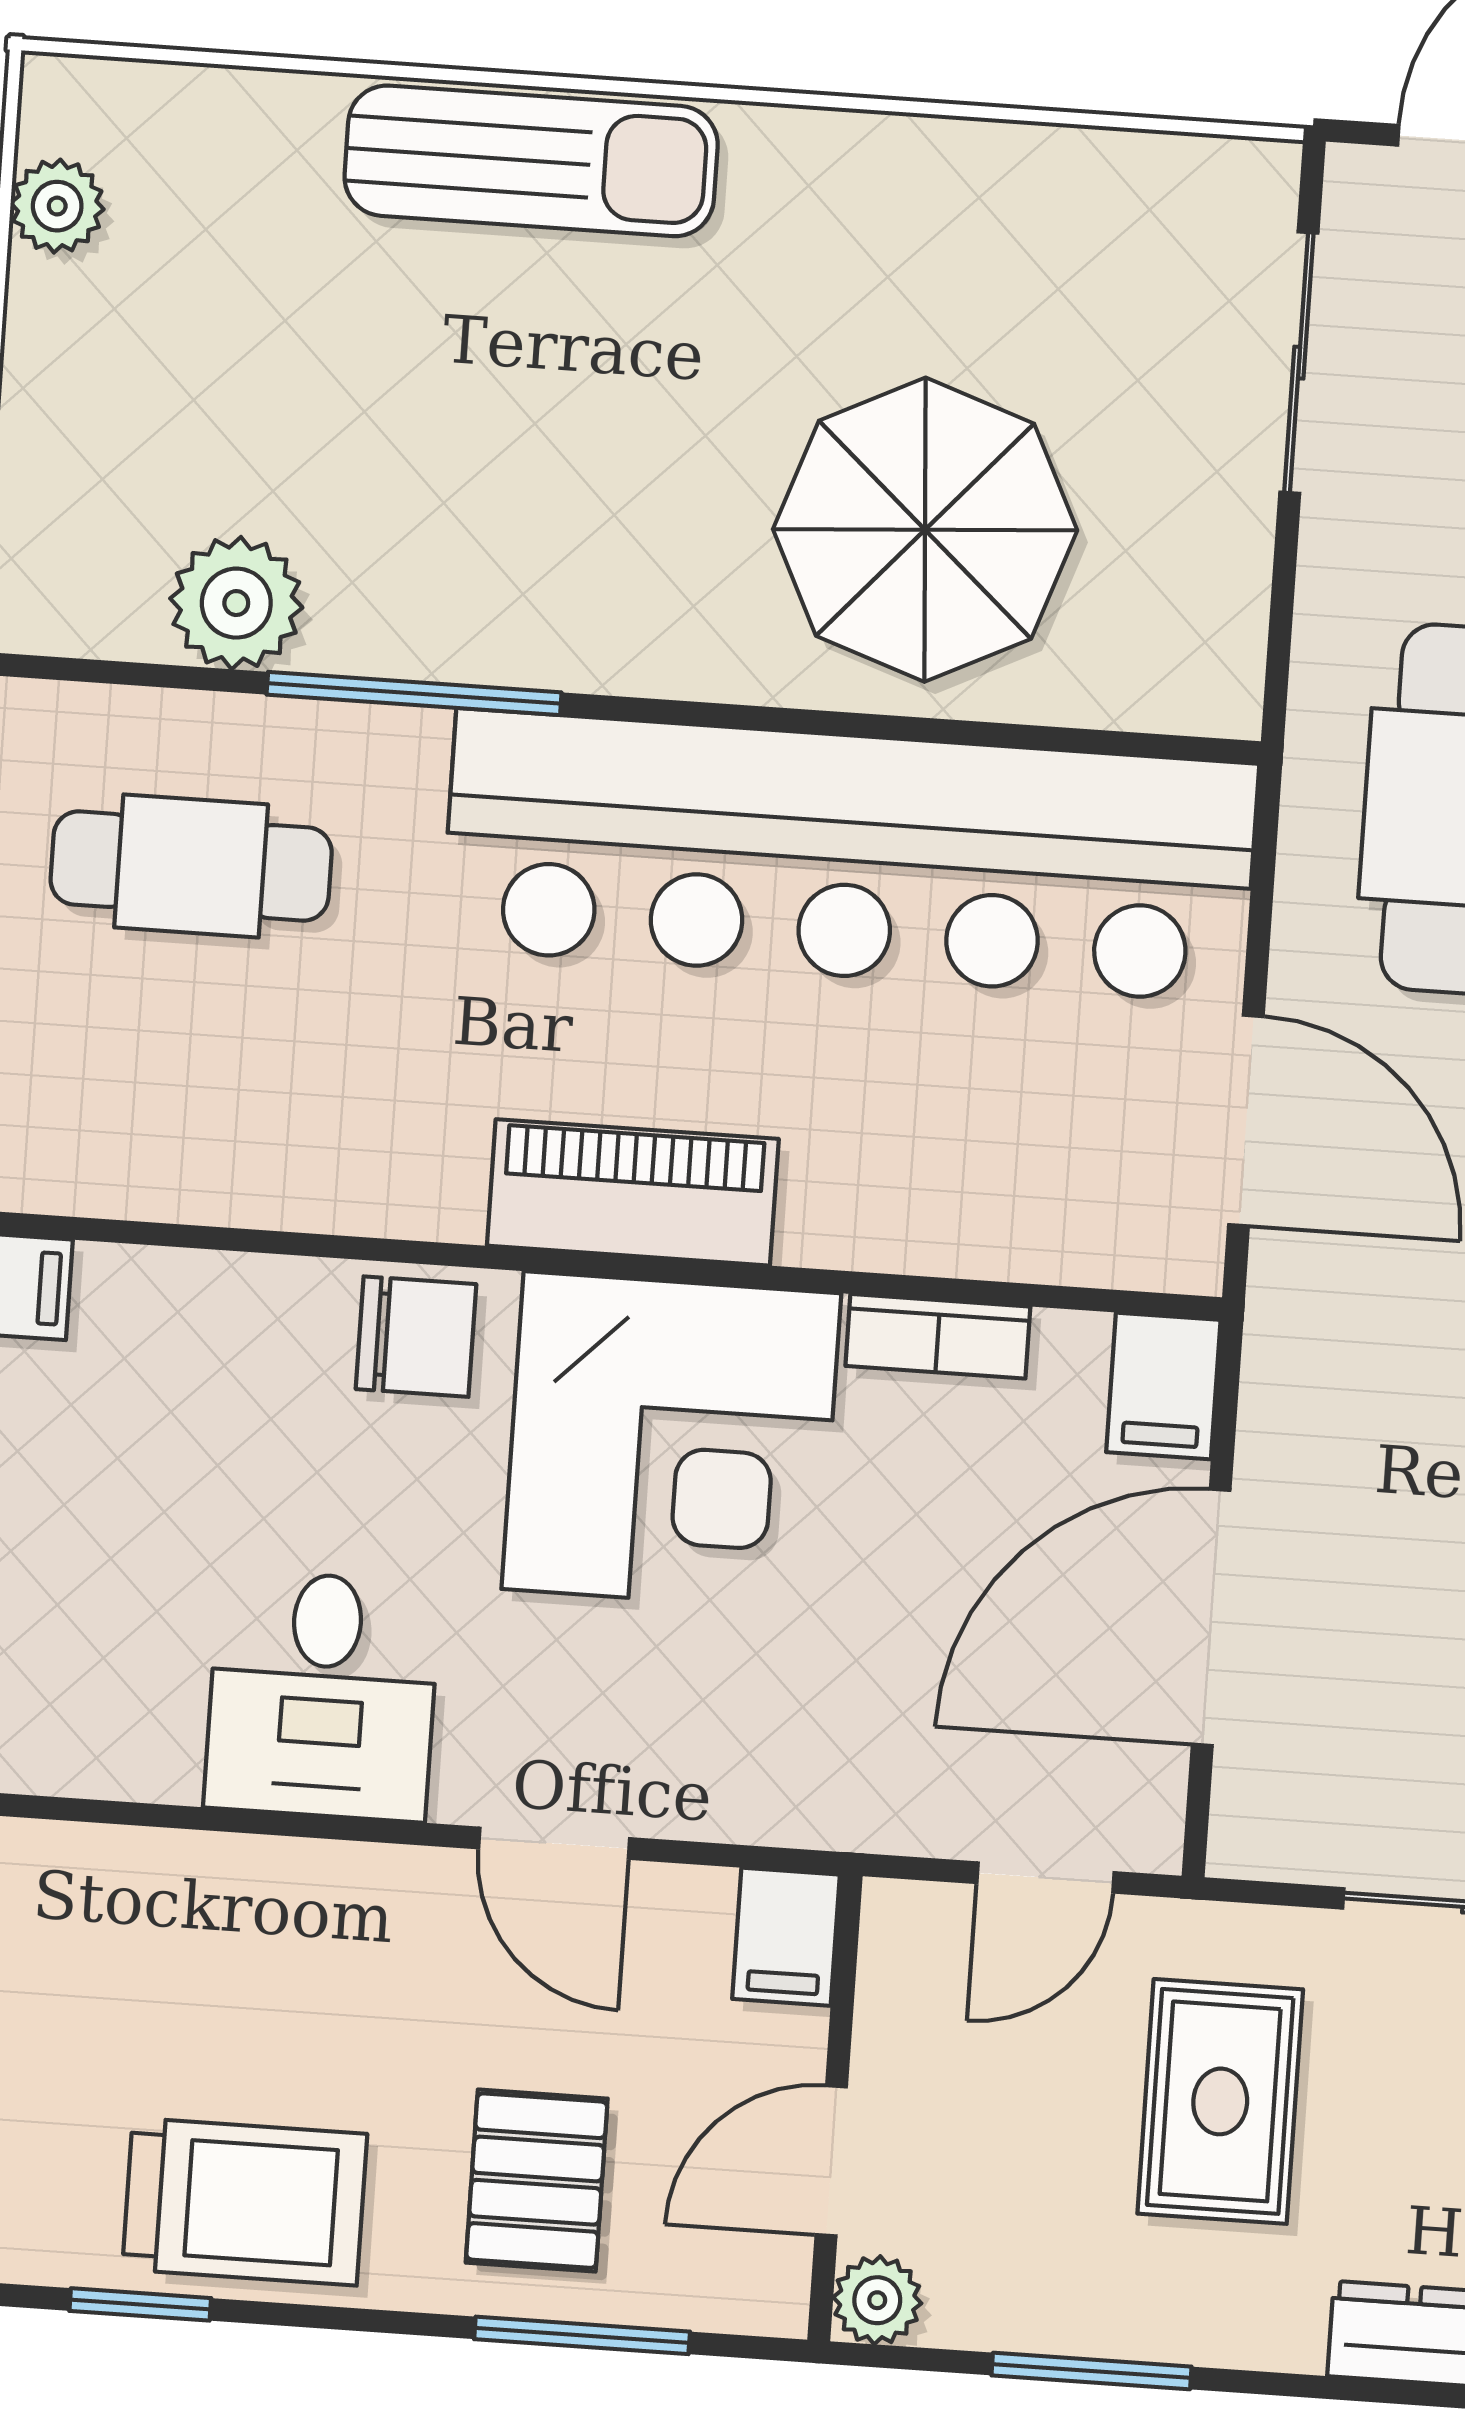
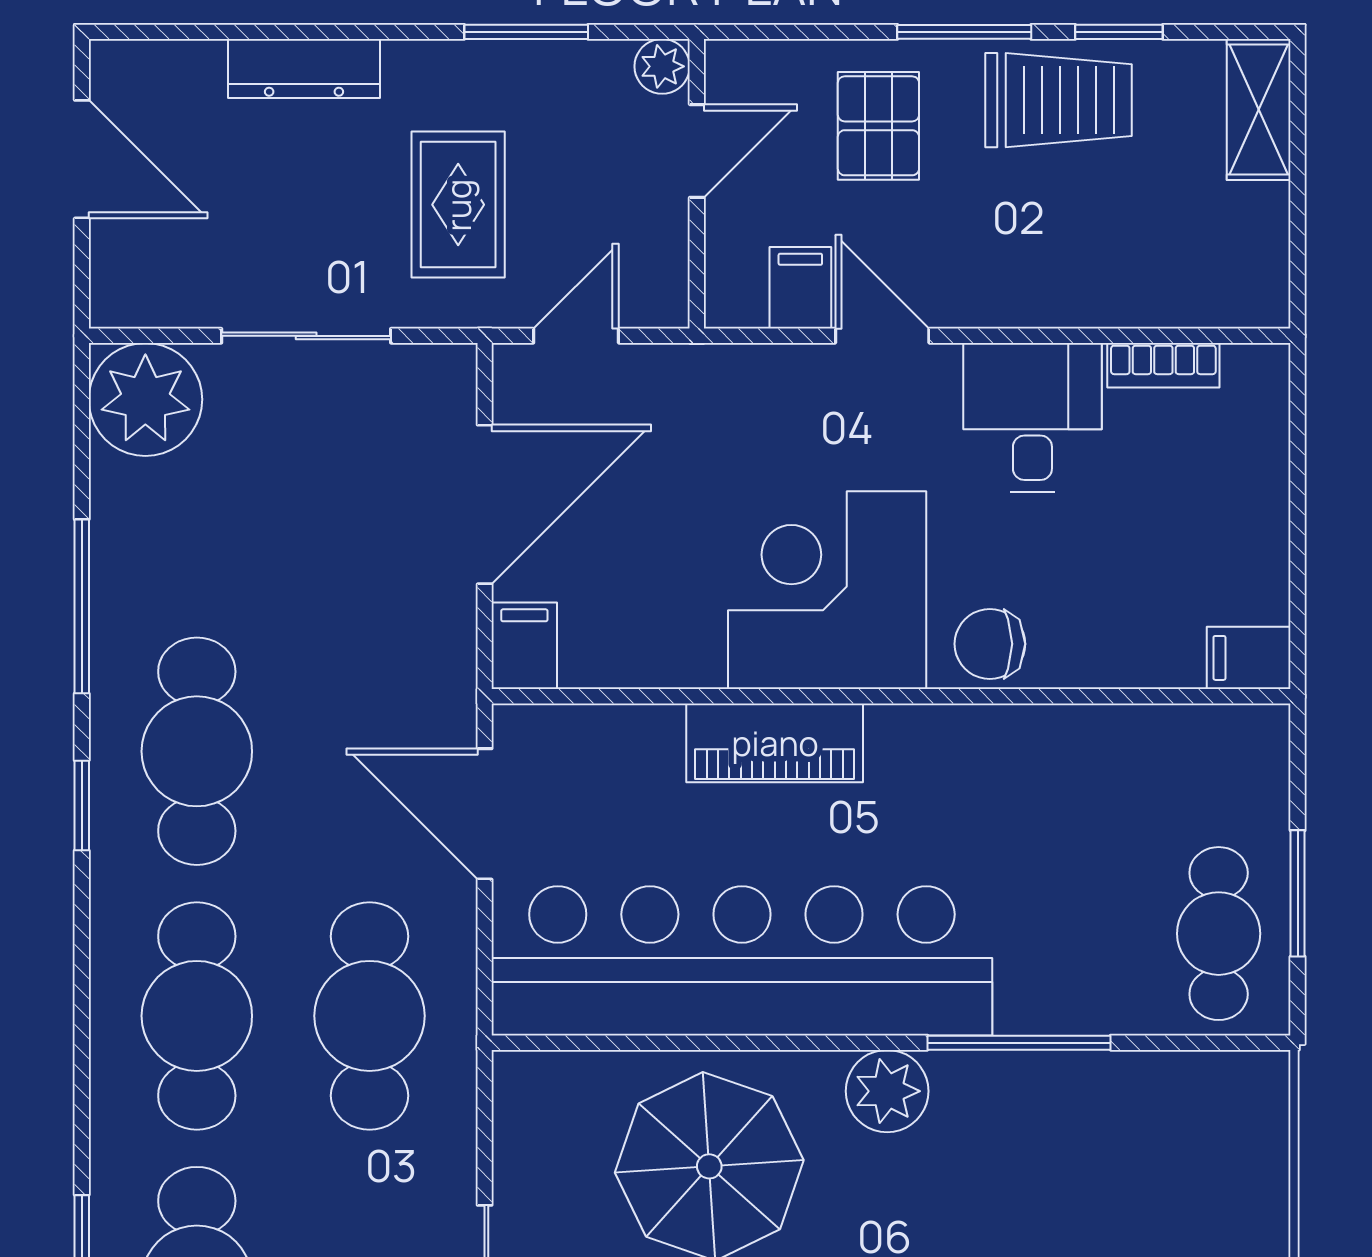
plant: (236, 603) -> (887, 1091), moved
cafe table: (191, 866) -> (1219, 934), moved, turned 90
piano: (633, 1192) -> (775, 743), moved
bookcase: (938, 1336) -> (1163, 365), moved, turned 180
filing cabinet: (786, 1937) -> (800, 288), moved
trolley: (245, 2202) -> (1059, 100), turned 180
window: (582, 2335) -> (964, 32), moved

